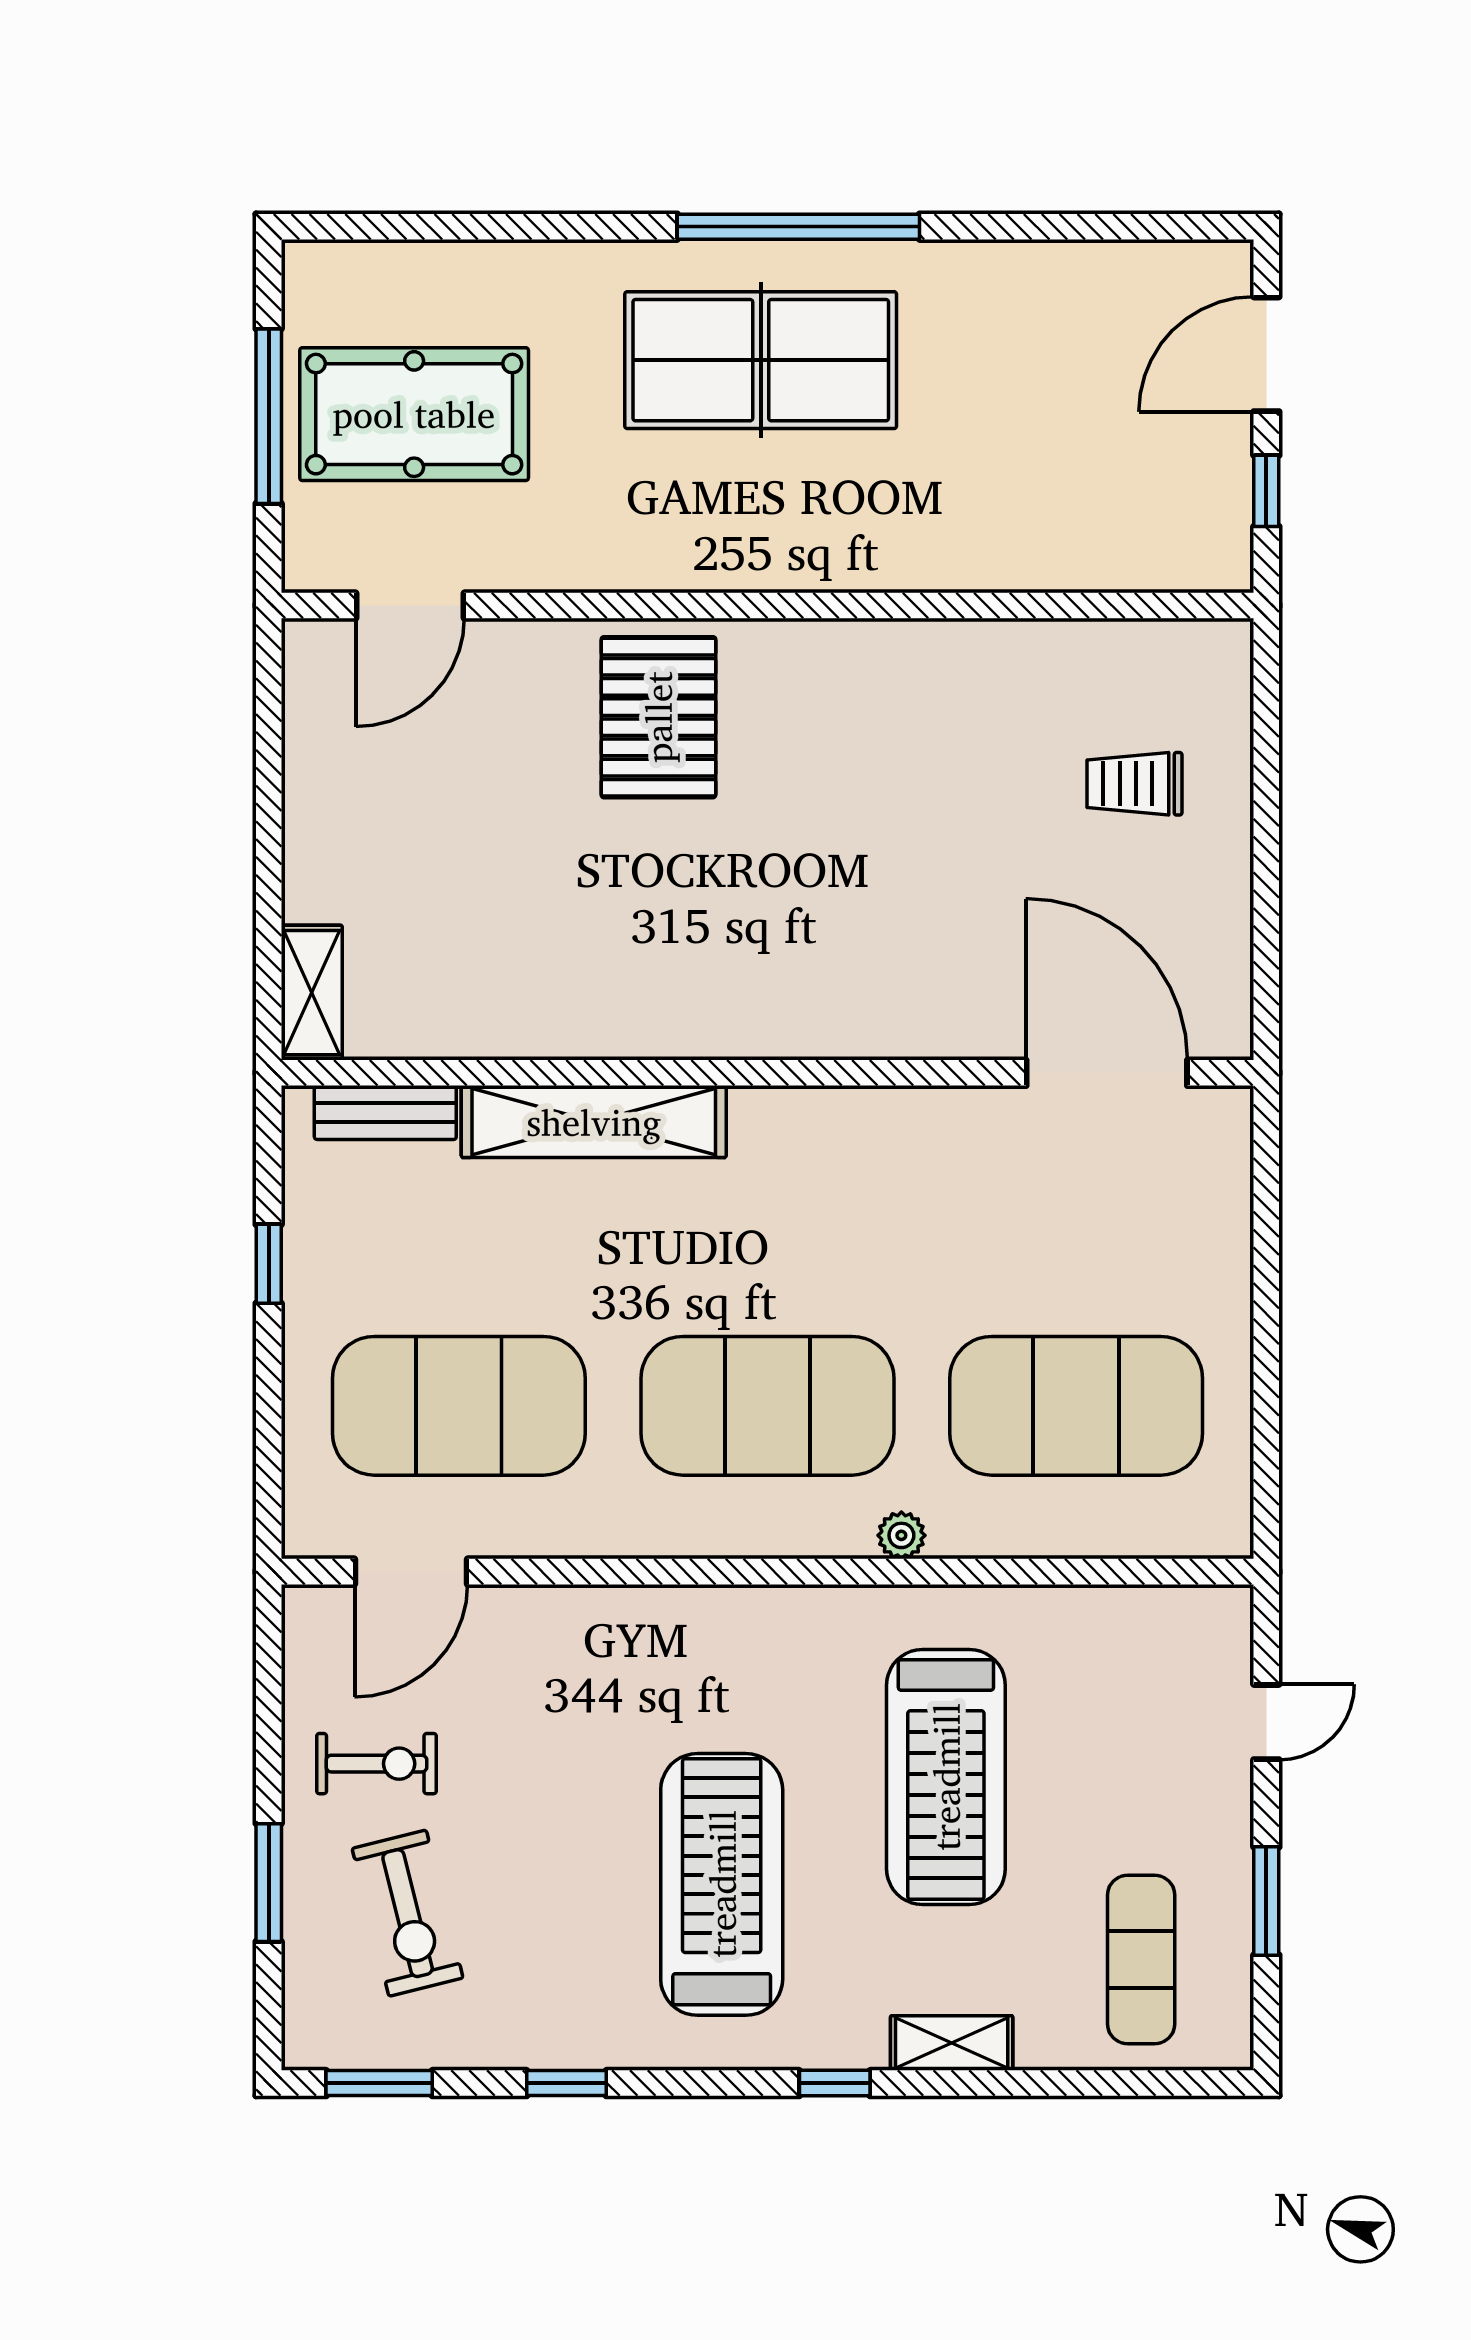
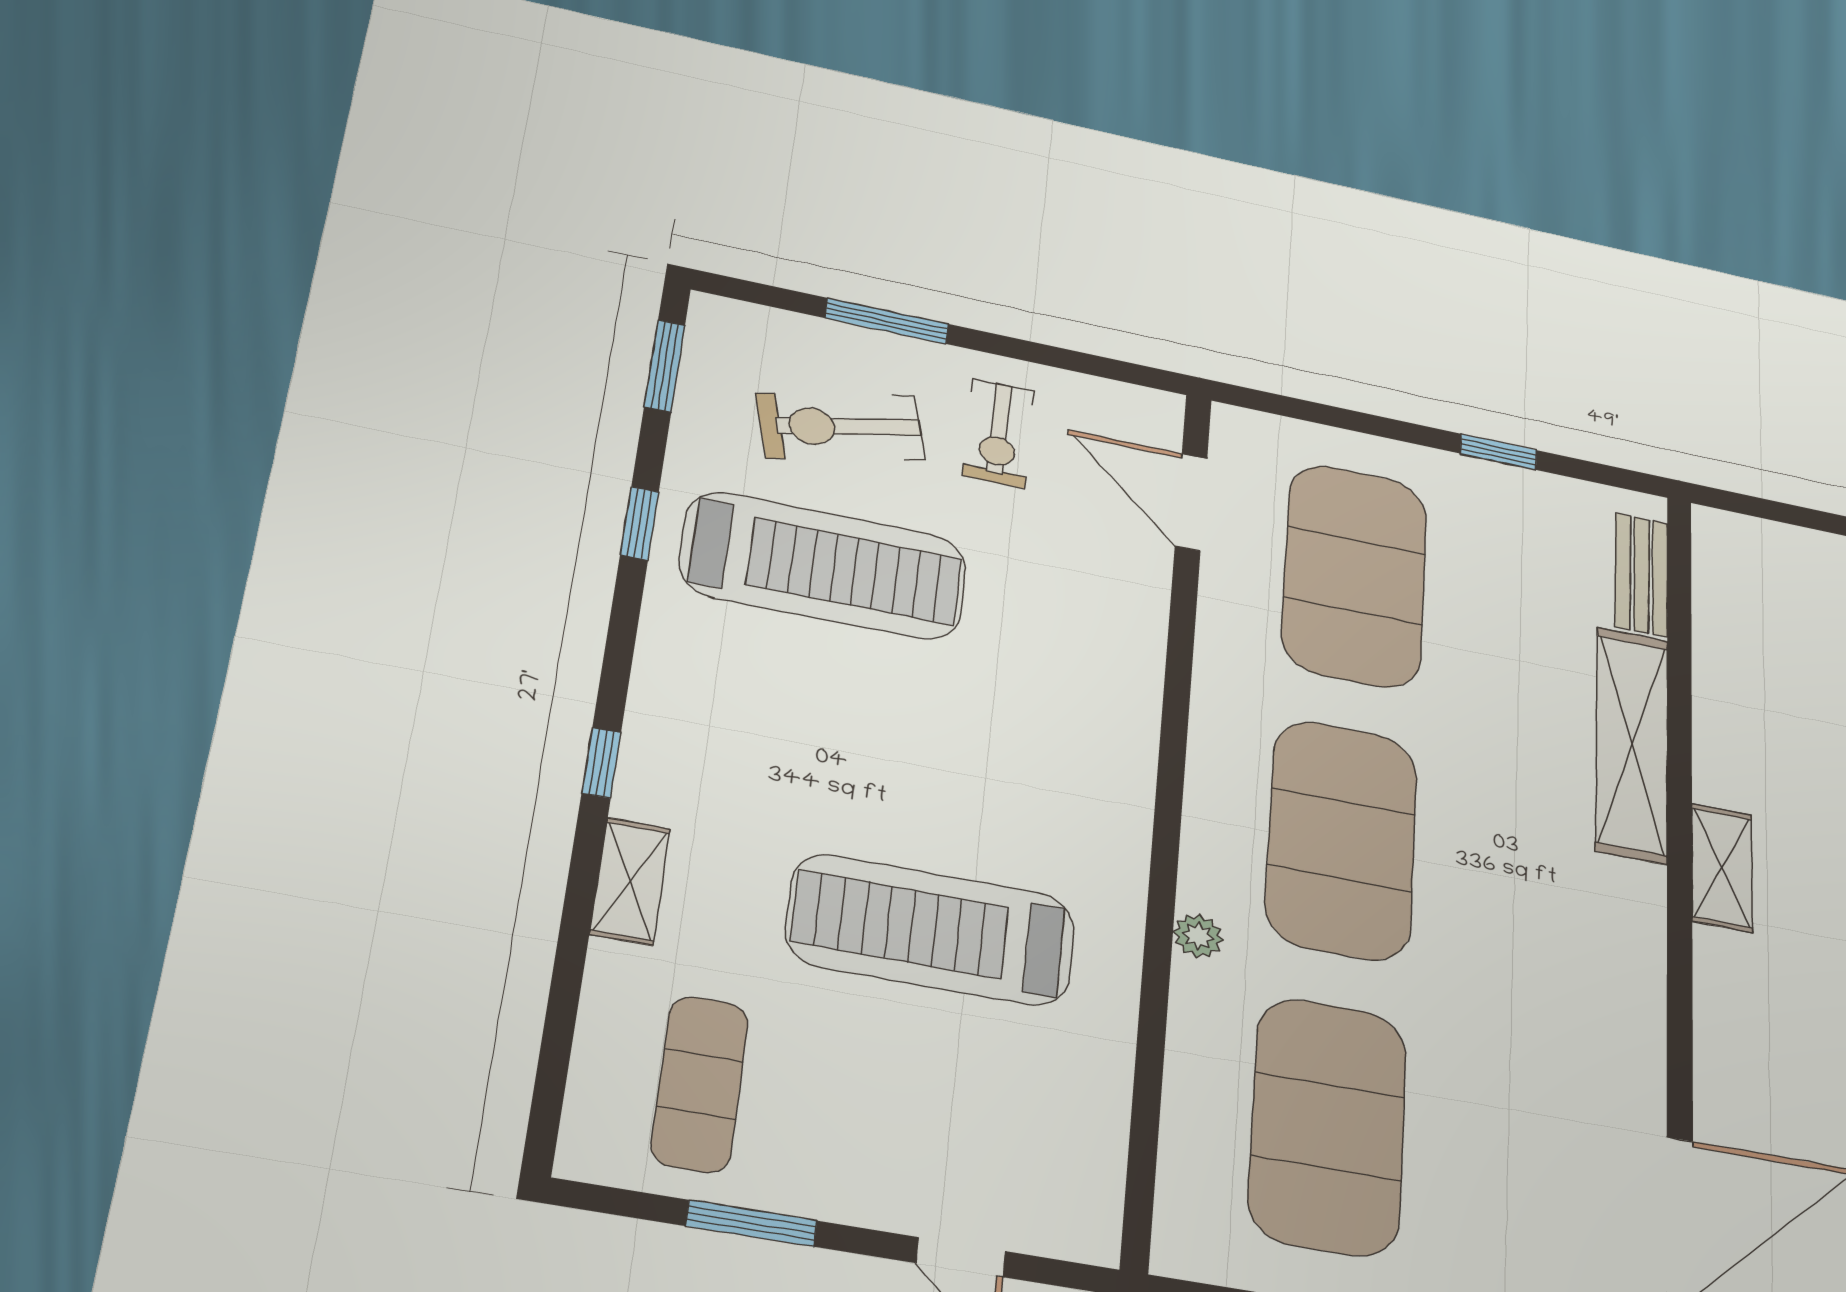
shelving: (312, 993) -> (1722, 868), moved, turned 90
treadmill: (722, 1884) -> (824, 566), moved
exercise mat: (1141, 1959) -> (700, 1084), turned 90

